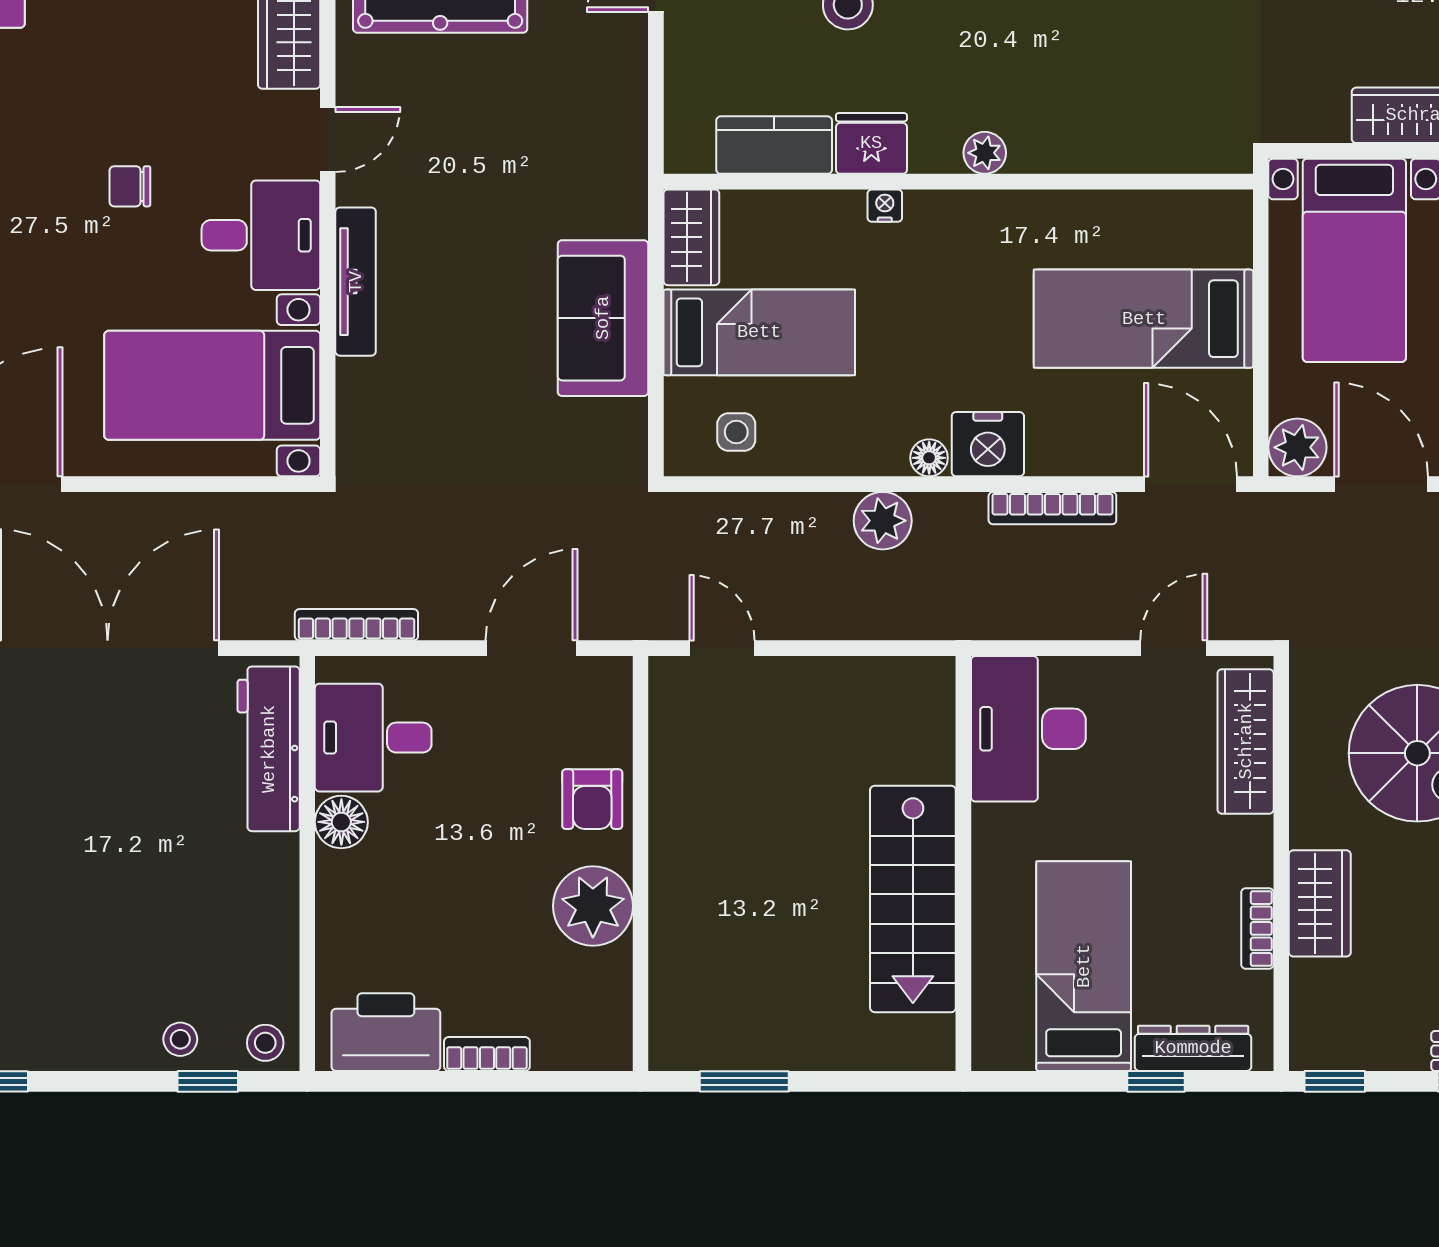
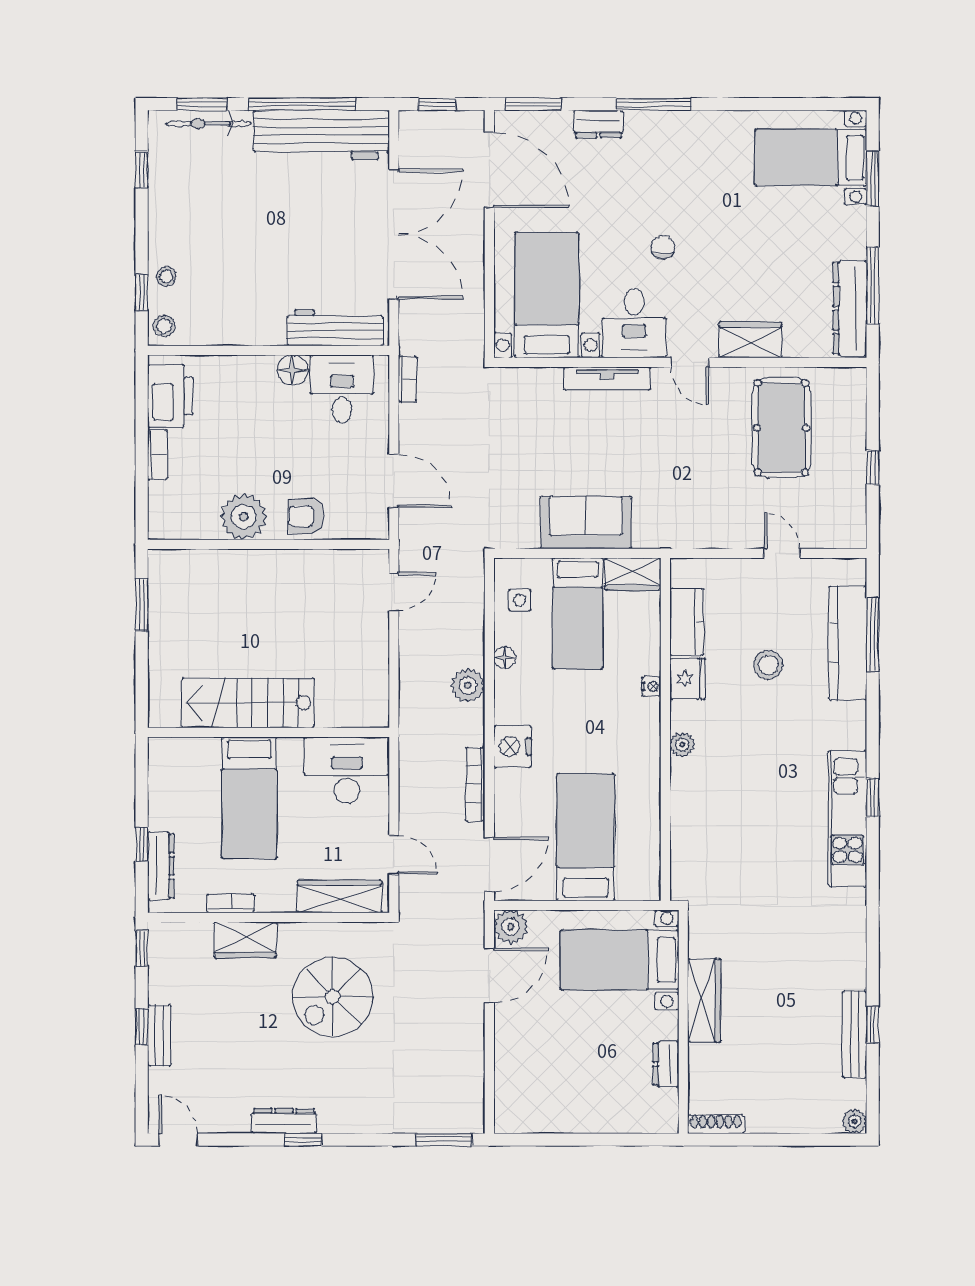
floor lamp: (929, 458) -> (505, 658), moved
bookcase: (356, 625) -> (407, 379), width x0.64
bed: (1084, 966) -> (249, 798), moved, turned 90

